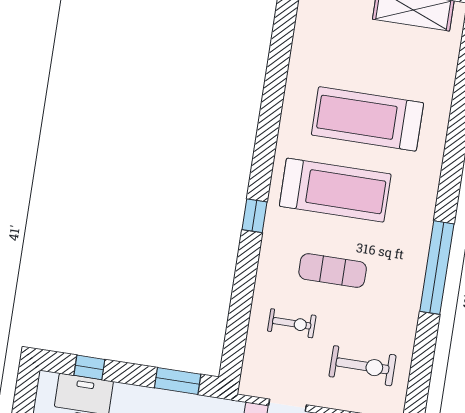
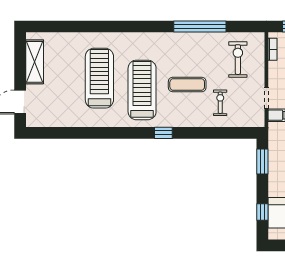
treadmill: (367, 119) -> (99, 78), turned 180
window: (437, 268) -> (200, 27), moved
exercise mat: (333, 270) -> (187, 84), turned 90

